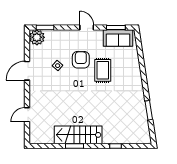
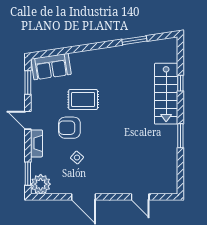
door: (87, 27) -> (28, 120), hinge flipped
fireplace: (69, 34) -> (36, 143), added
sofa: (118, 38) -> (51, 67), moved, turned 81
stairs: (78, 135) -> (166, 94), moved

